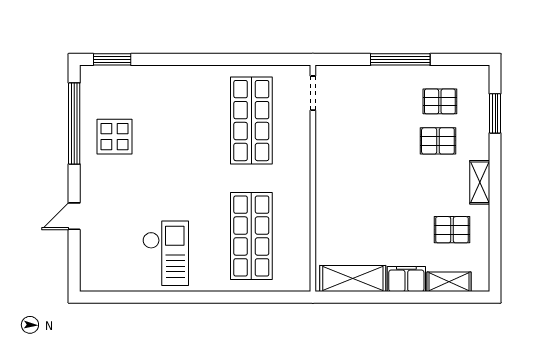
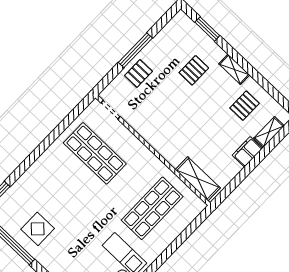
pallet: (440, 101) -> (138, 73), moved
shop shelf: (251, 236) -> (152, 208), turned 90
shelving: (353, 279) -> (198, 179), moved, turned 90

